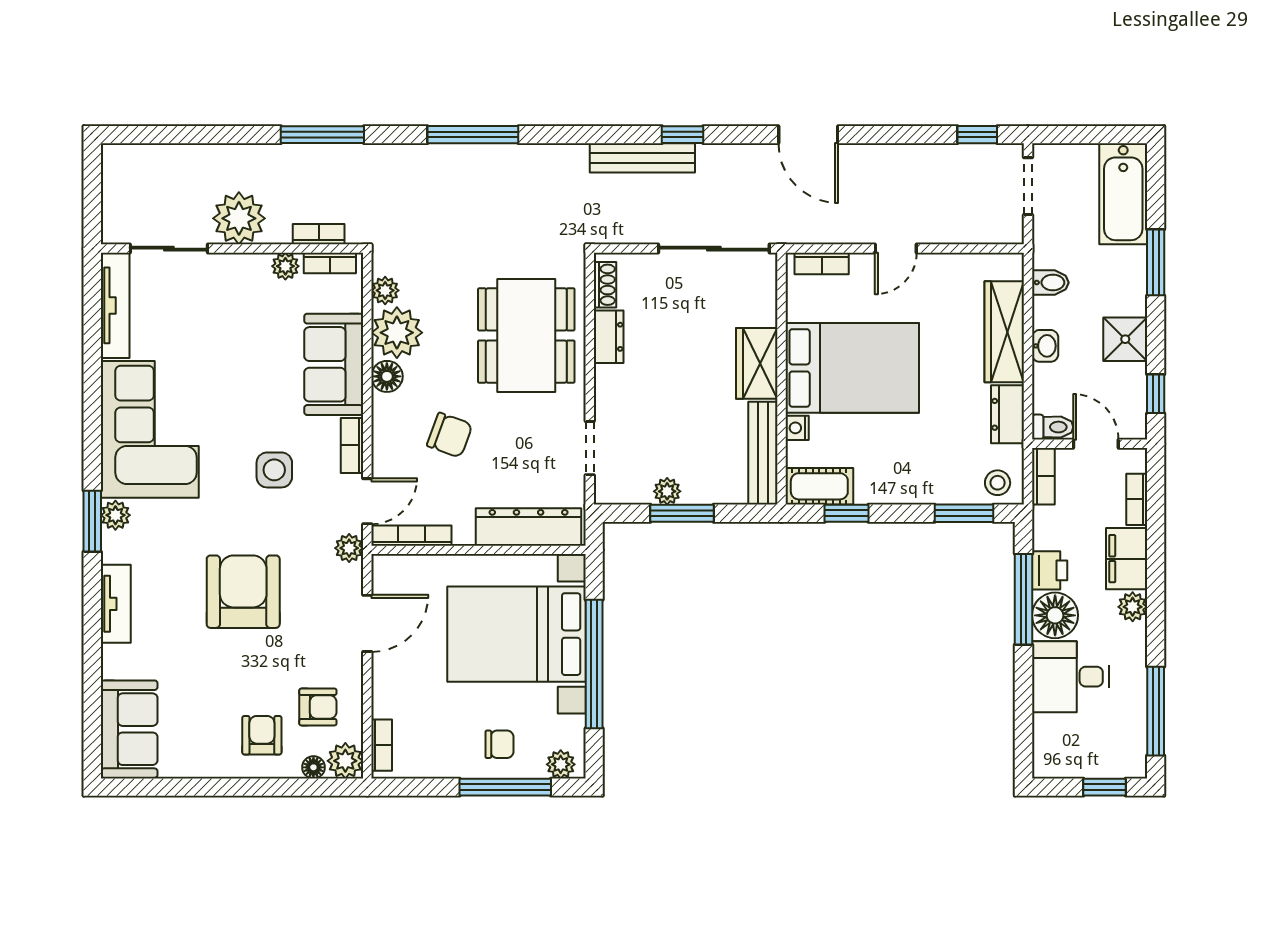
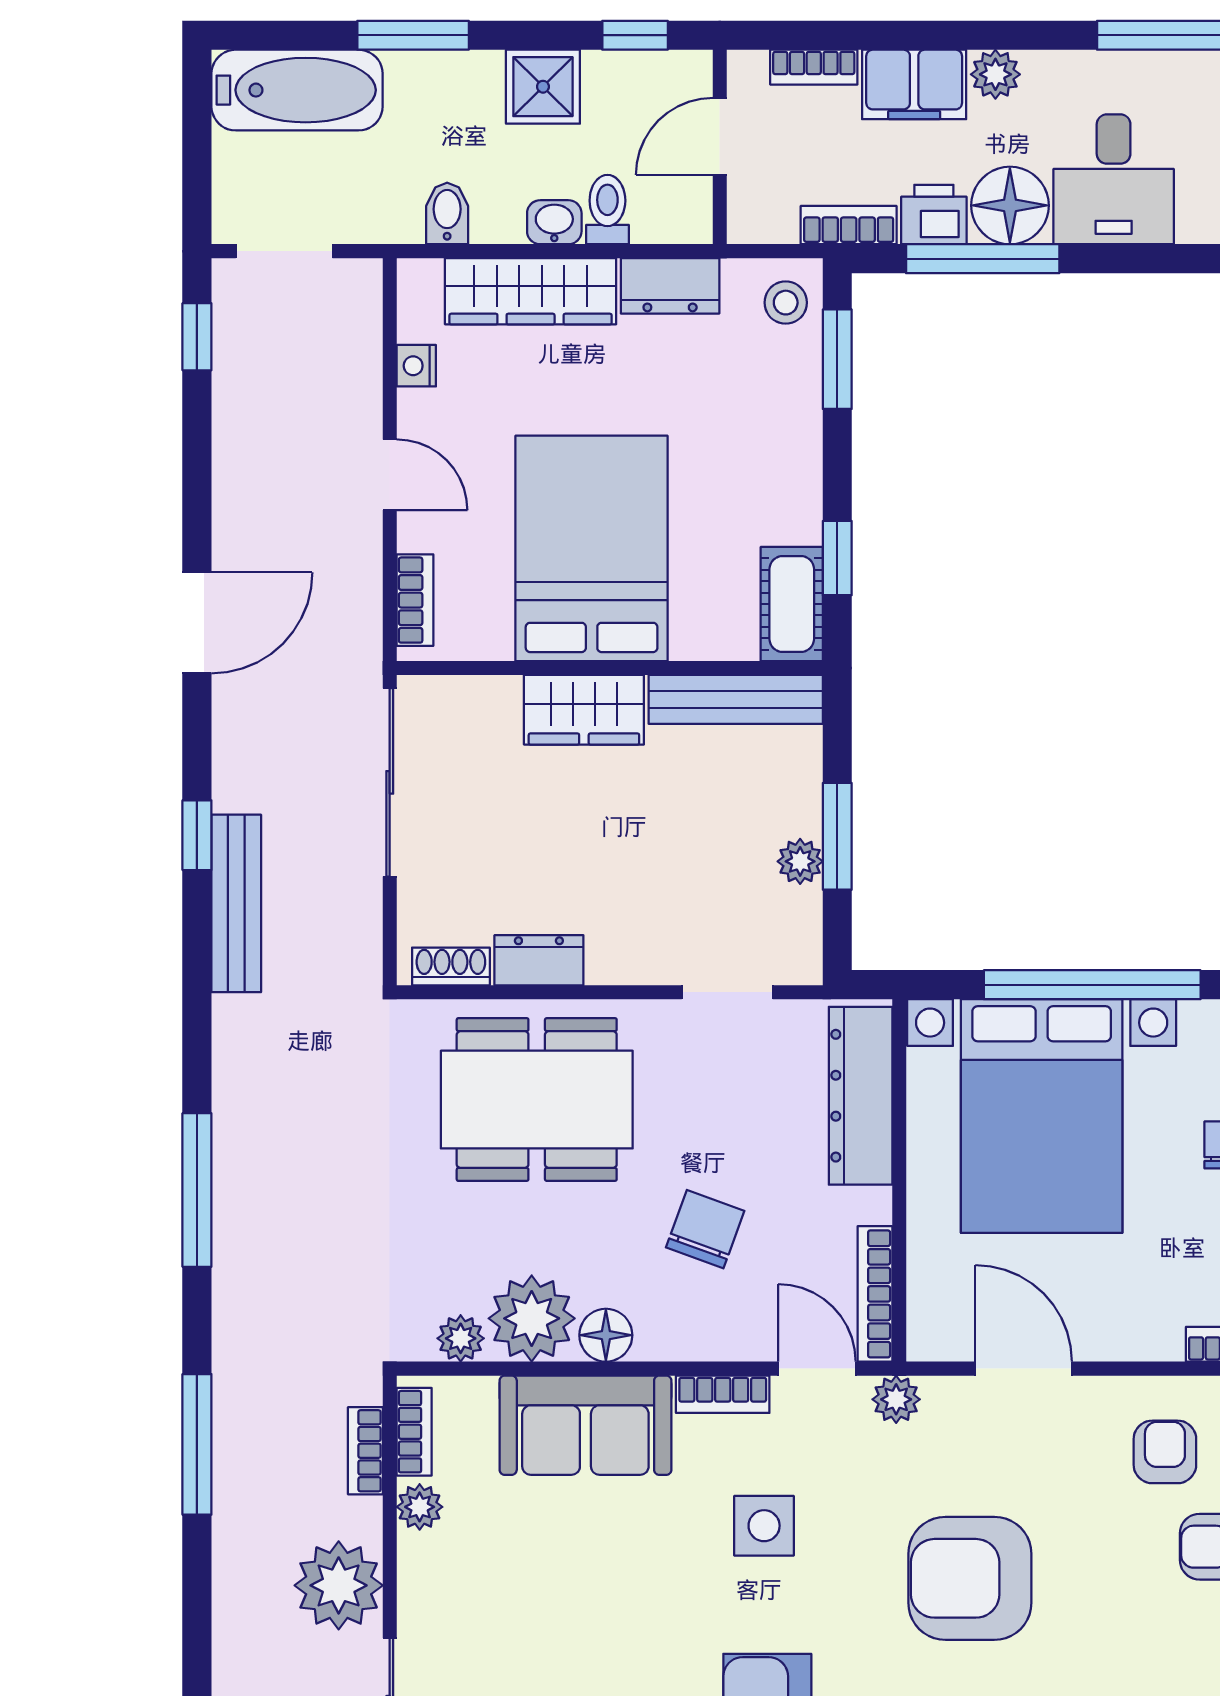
toilet: (1053, 427) -> (607, 210), moved
nightstand: (797, 428) -> (416, 366), moved, turned 90
bookcase: (1043, 476) -> (849, 225), moved

